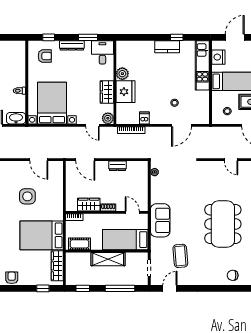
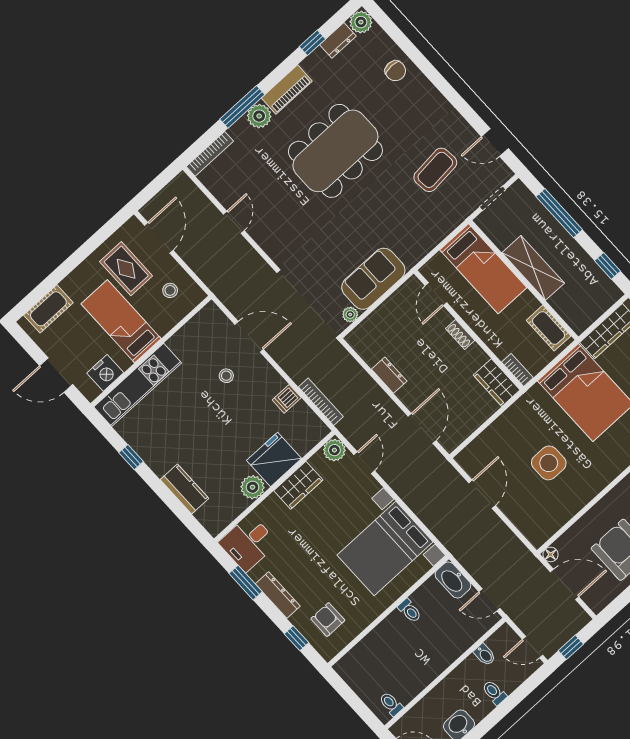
kitchen counter: (167, 47) -> (184, 489), moved
wardrobe: (89, 205) -> (497, 383), moved
sofa: (160, 220) -> (373, 279), moved

